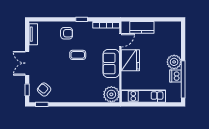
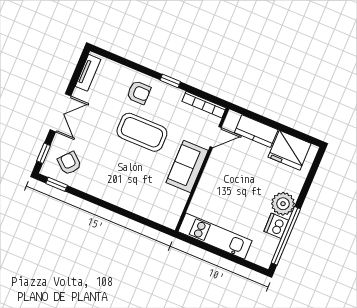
coffee table: (78, 55) -> (142, 132), width x1.86, depth x1.72
fridge: (130, 60) -> (290, 150), moved, turned 90
double door: (27, 63) -> (60, 113), swing flipped
plant: (111, 94) -> (168, 213), removed

